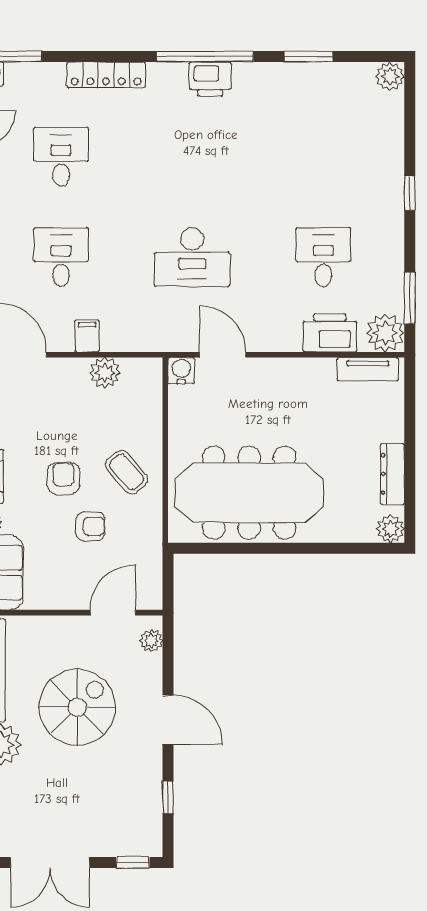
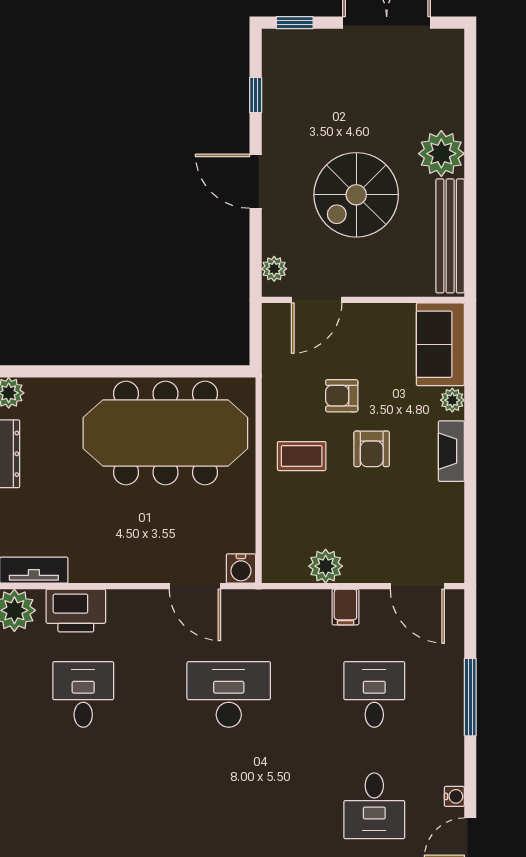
desk: (61, 257) -> (374, 694), turned 180
desk: (323, 257) -> (83, 694), turned 180
coffee table: (126, 472) -> (302, 456), turned -49

